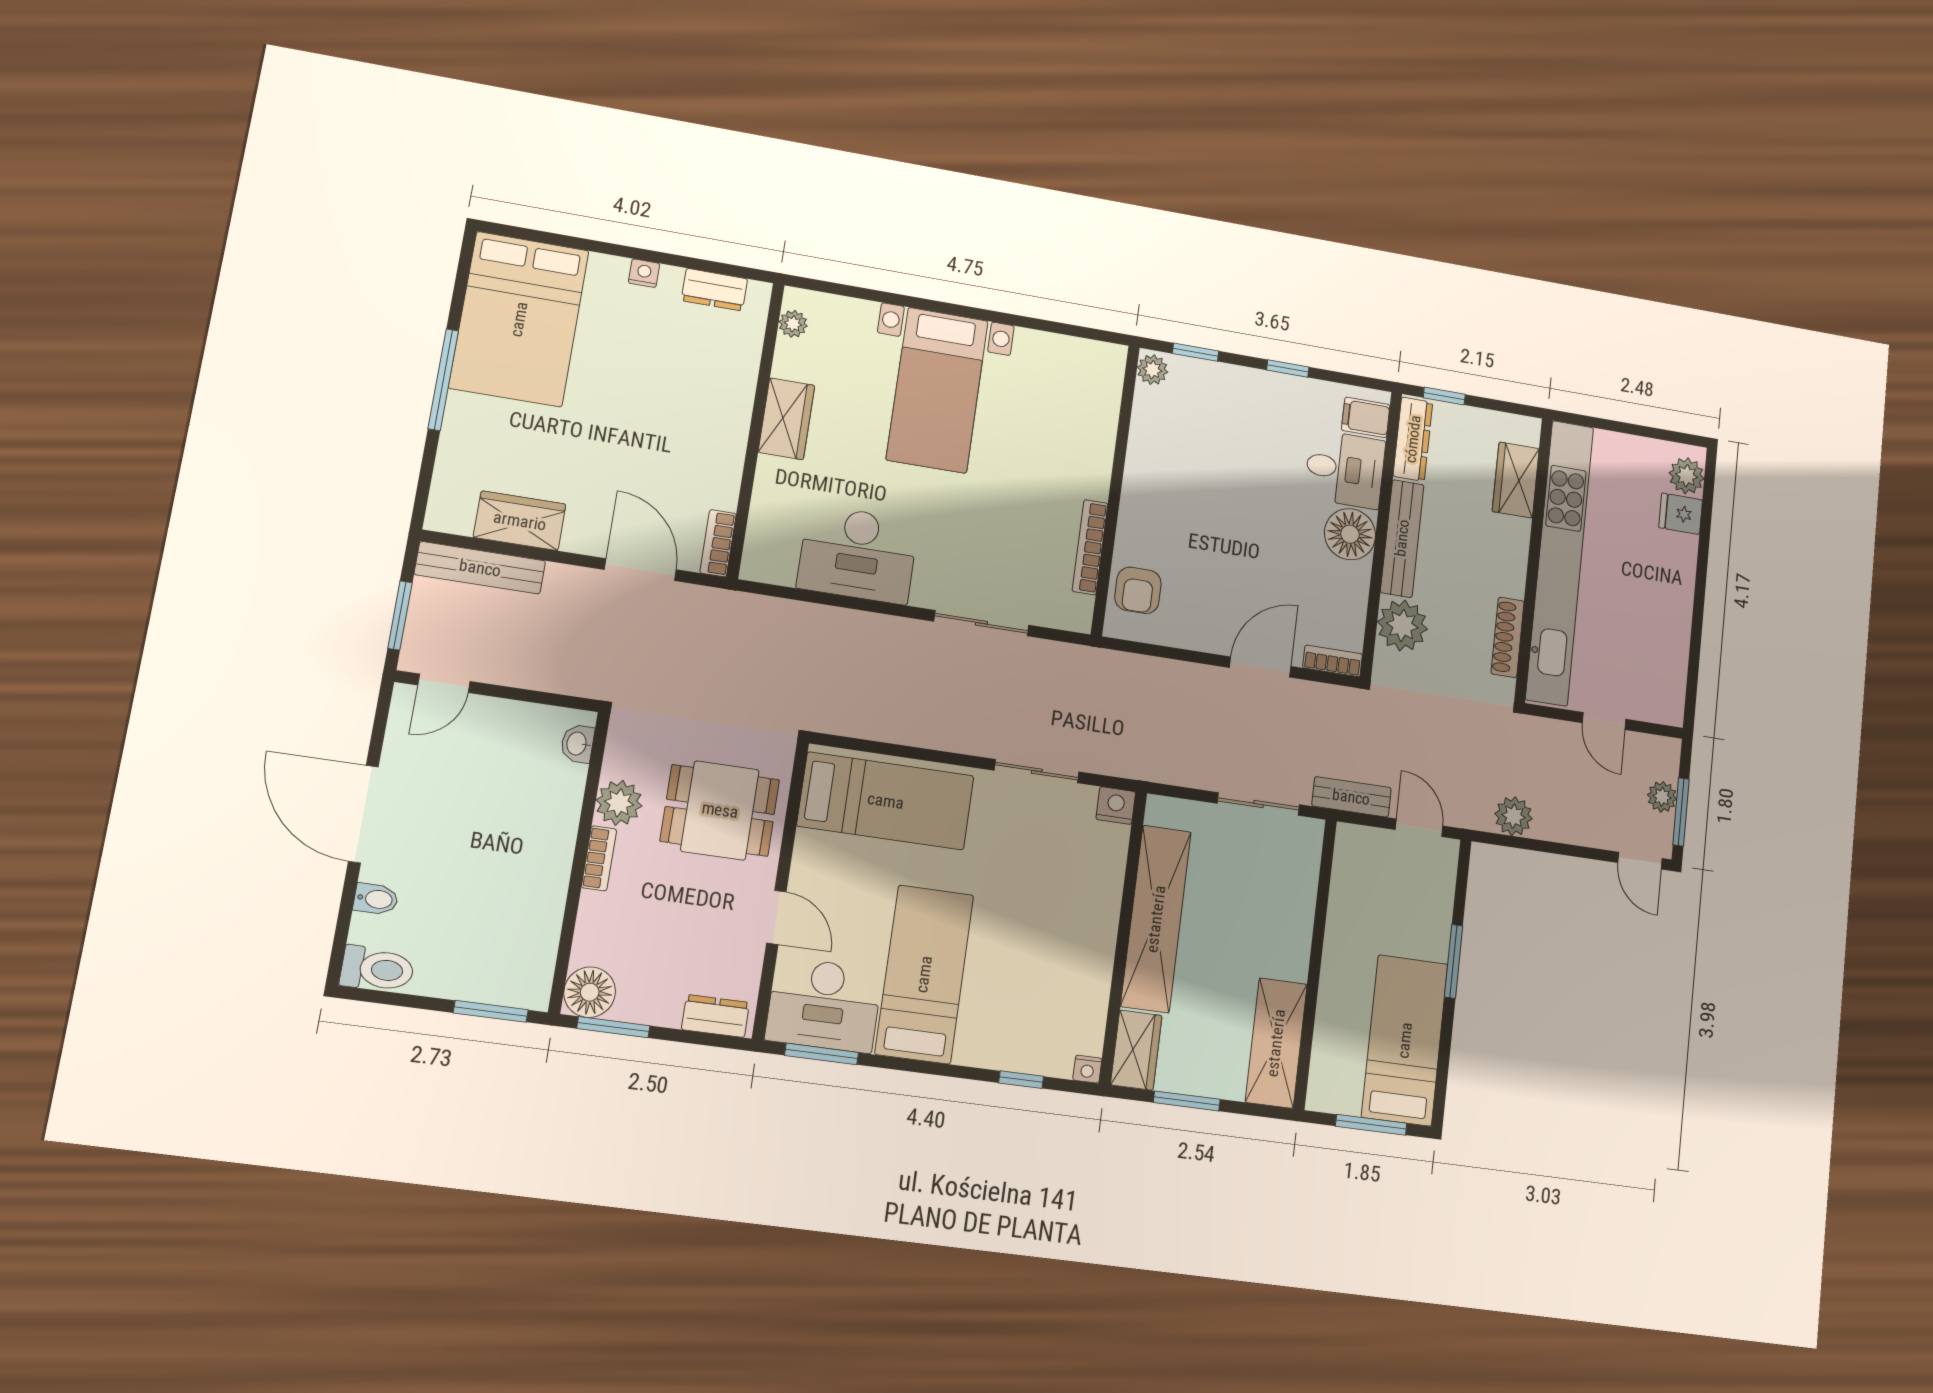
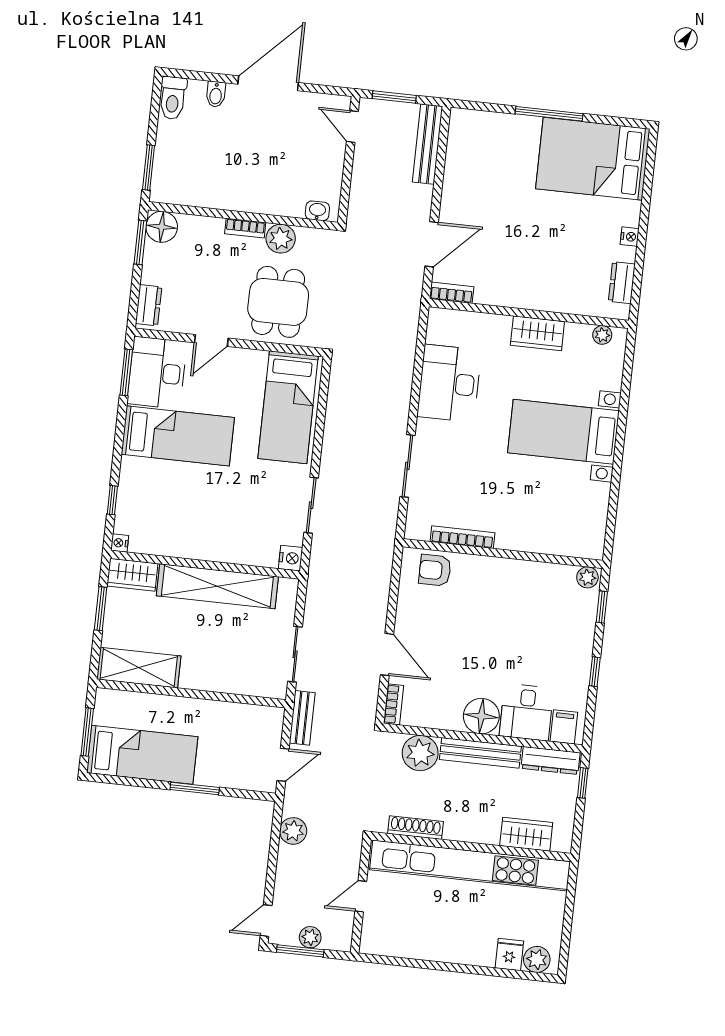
wardrobe: (520, 521) -> (459, 167), removed

